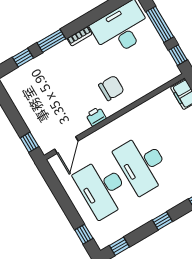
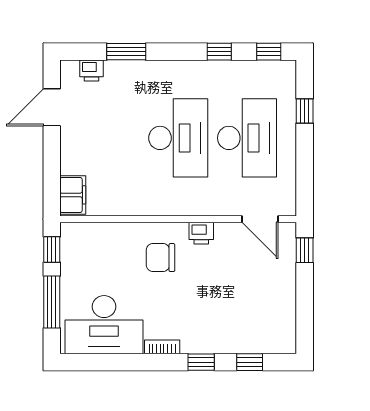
window: (51, 41) -> (201, 362), width x0.67
door: (66, 145) -> (260, 219), swing flipped
window: (162, 221) -> (219, 52), moved
window: (84, 234) -> (305, 111), moved

